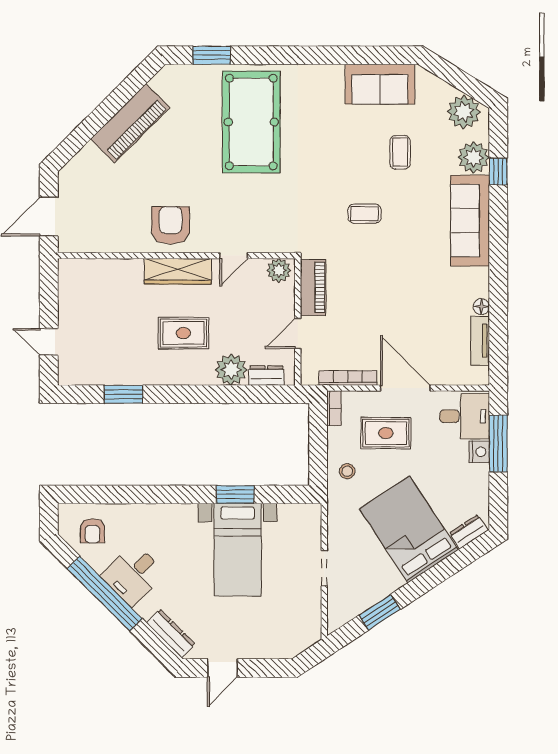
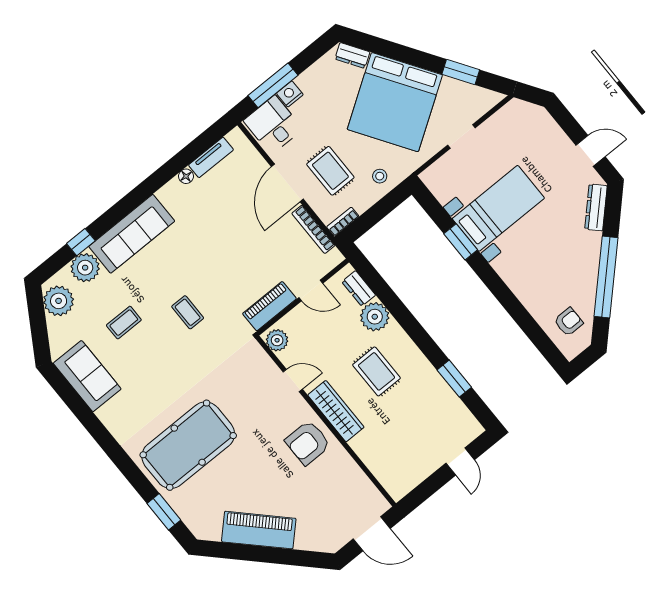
bed: (409, 529) -> (395, 102), width x1.36
desk: (133, 575) -> (576, 268), removed

